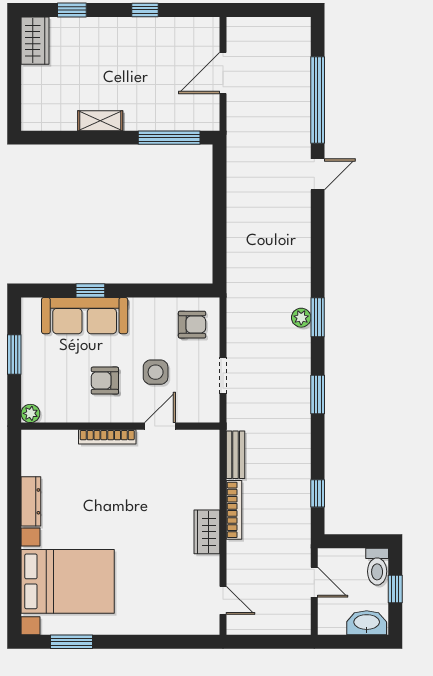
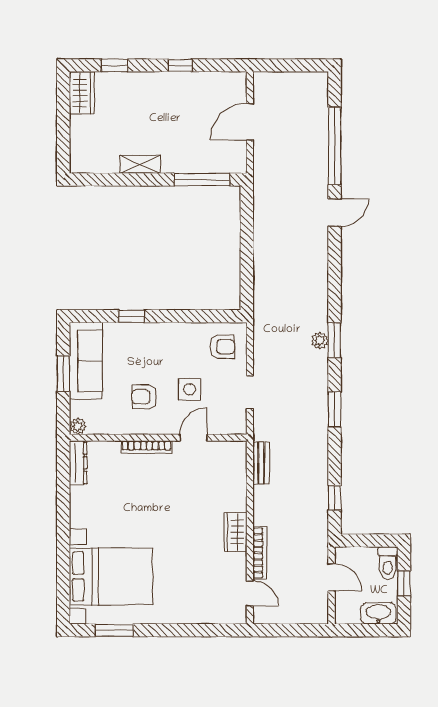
sofa: (85, 316) -> (86, 361), moved, turned -90
dresser: (31, 501) -> (78, 463), moved
bookcase: (234, 510) -> (260, 553), moved

